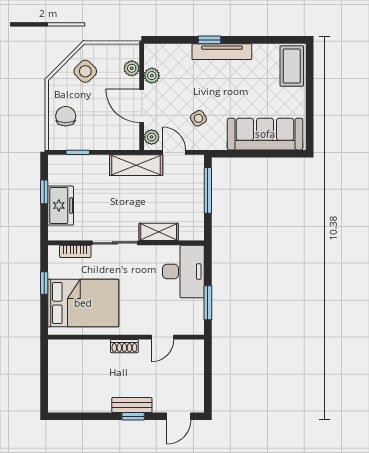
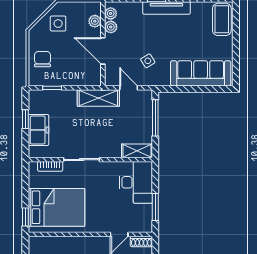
side table: (85, 71) -> (58, 24), turned 45
plant: (152, 137) -> (111, 13), moved
shelving: (159, 232) -> (137, 151), moved
window: (44, 283) -> (25, 217), moved
shoe rack: (124, 346) -> (141, 241), moved

